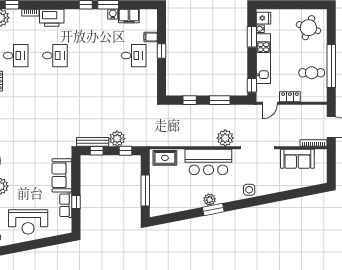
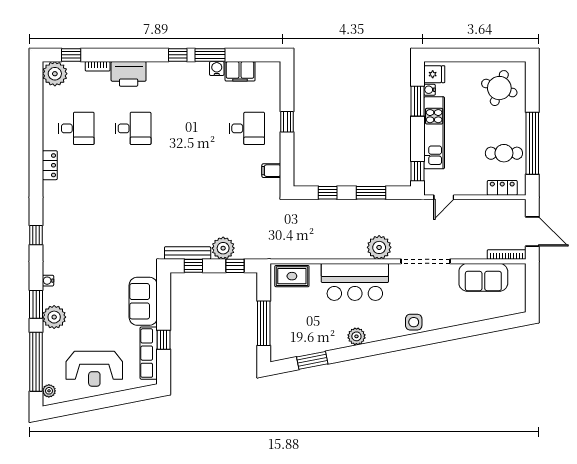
filing cabinet: (151, 37) -> (271, 171), moved
locker: (290, 97) -> (502, 188), moved
row of seats: (66, 205) -> (149, 353), width x1.48
window: (213, 210) -> (312, 360), moved

